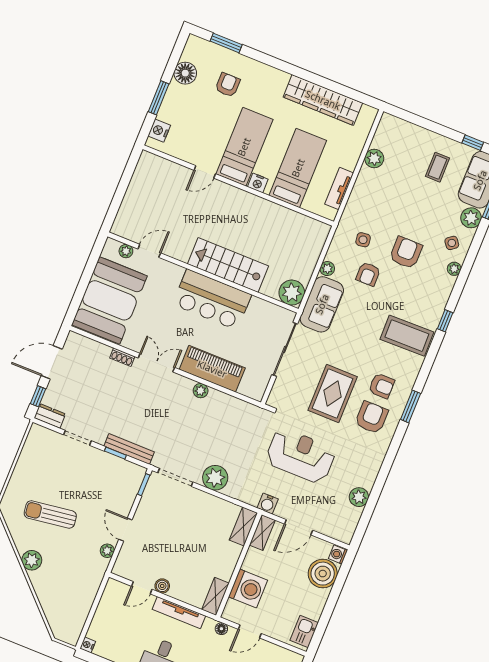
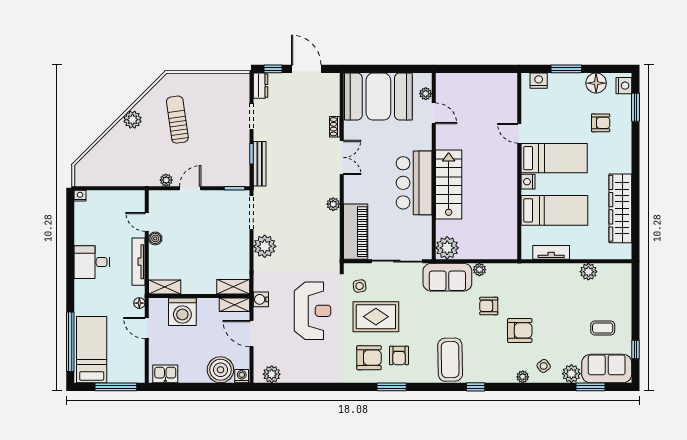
nightstand: (199, 46) -> (624, 86), added
side table: (363, 240) -> (360, 286), moved
piano: (212, 369) -> (356, 232), moved
plant: (359, 497) -> (272, 374), moved

